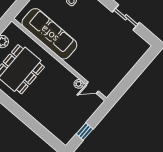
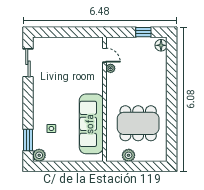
sliding door: (126, 17) -> (28, 63), moved
floor lamp: (63, 136) -> (161, 45), added

